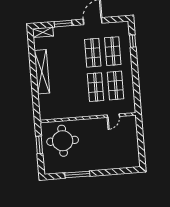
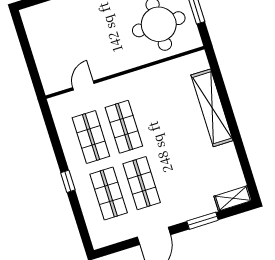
window: (133, 41) -> (68, 181), moved
shelving: (42, 72) -> (212, 108), moved

